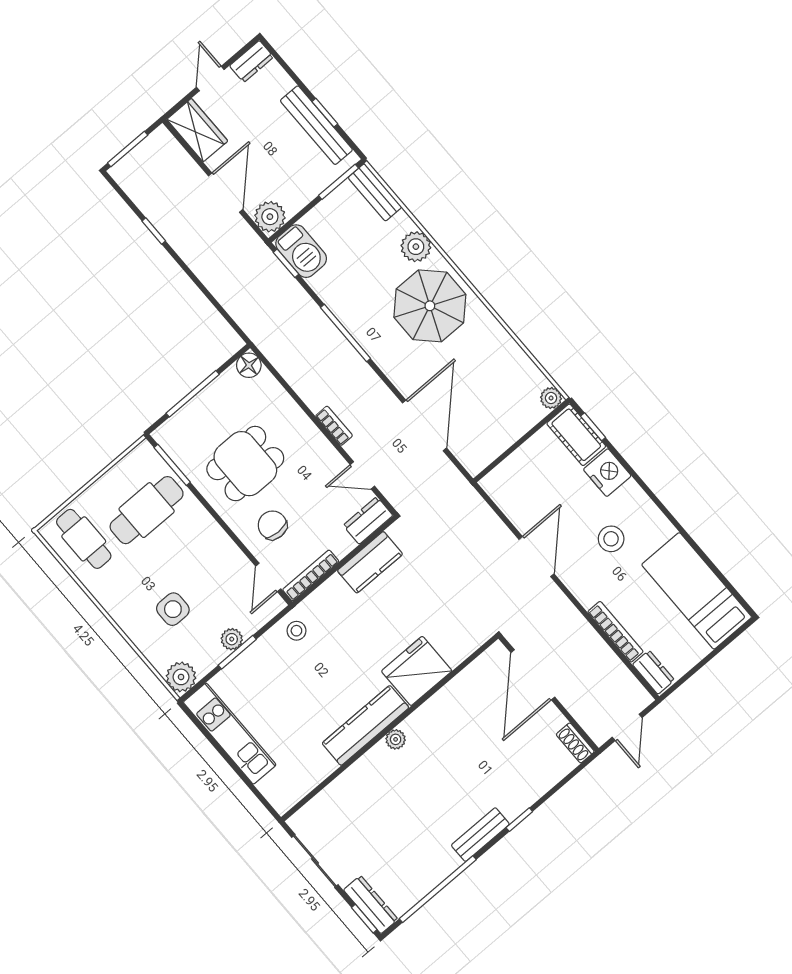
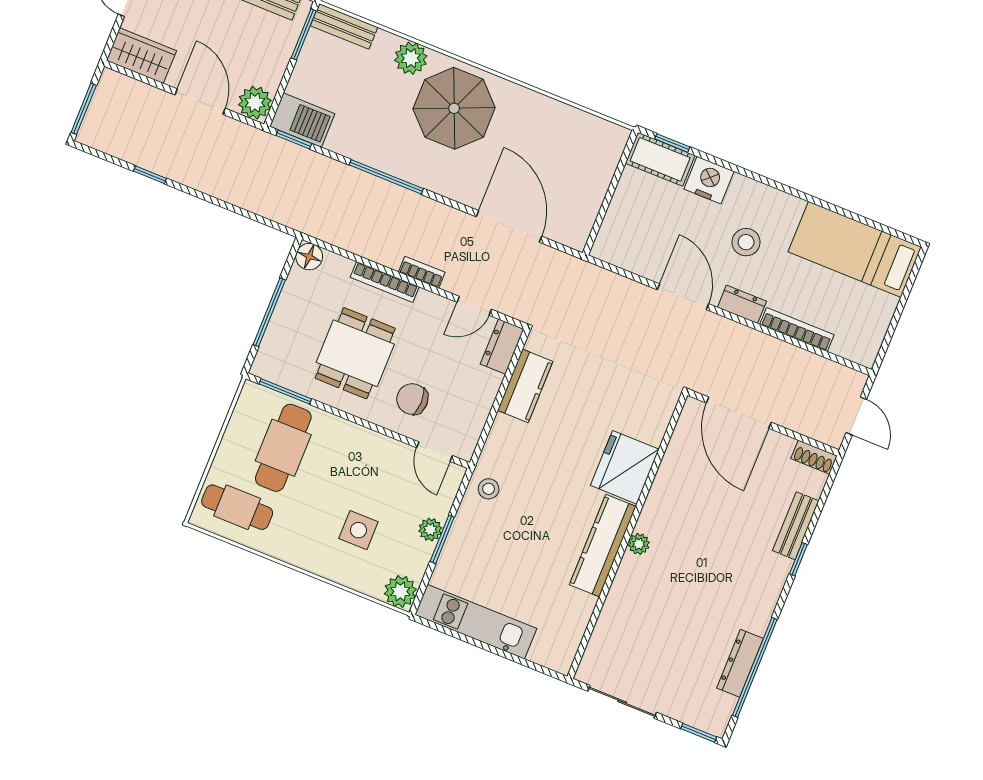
plant: (551, 398) -> (617, 136), removed
bookcase: (311, 575) -> (385, 282), moved, turned -90
dresser: (654, 672) -> (742, 304), moved
bench: (480, 835) -> (796, 526), moved
dresser: (371, 905) -> (740, 663), moved, turned -90

